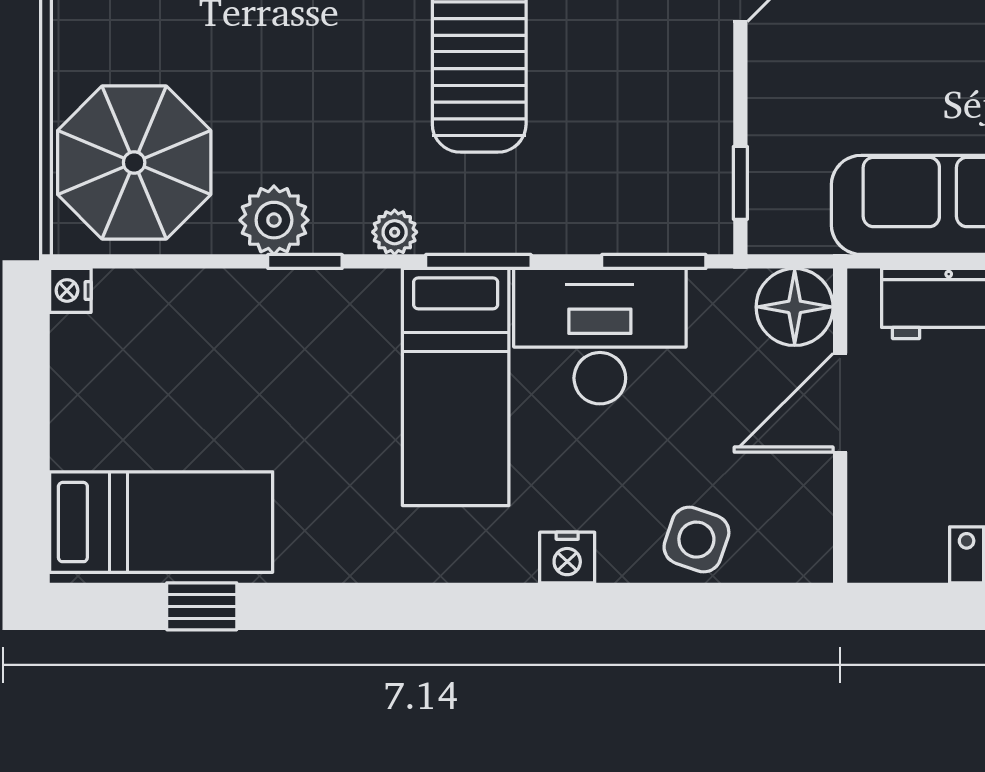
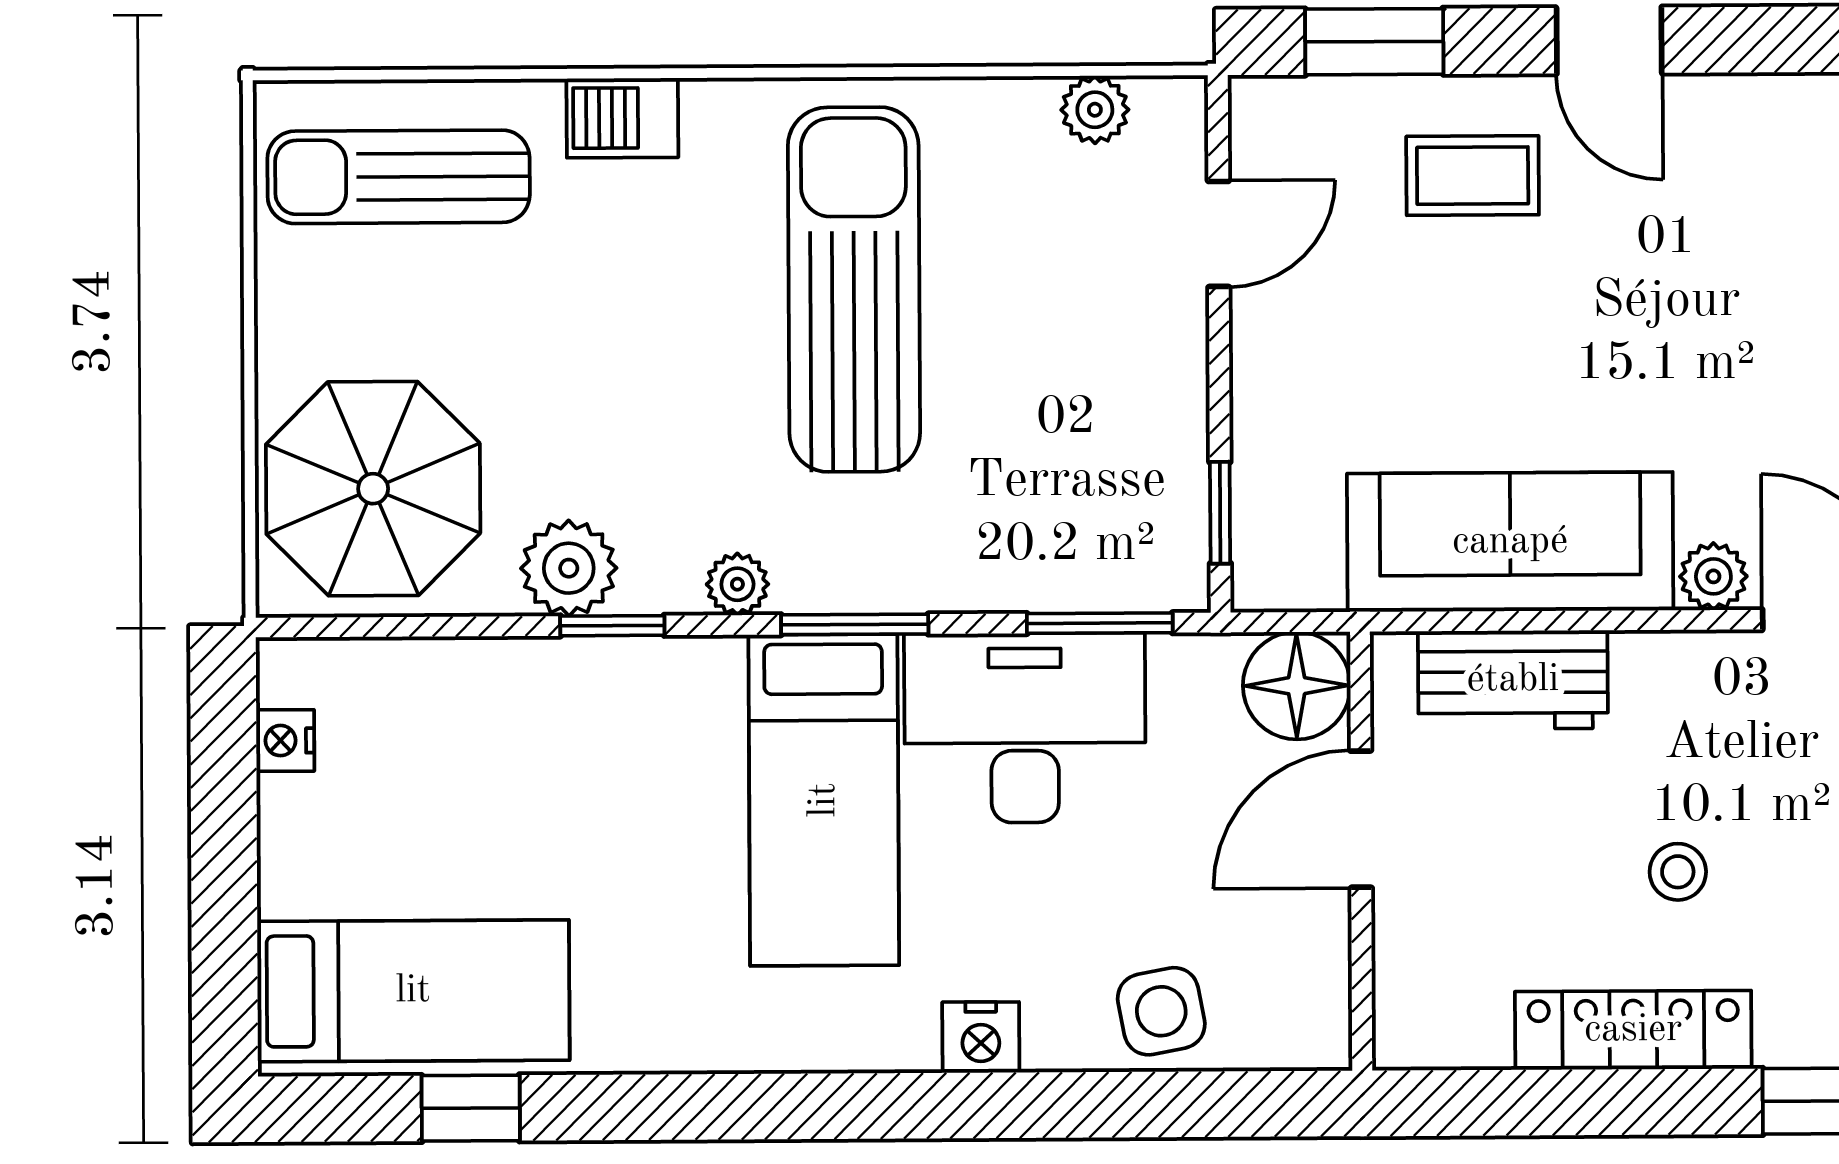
nightstand: (70, 290) -> (285, 741), moved
side table: (696, 540) -> (1161, 1011), turned -30

